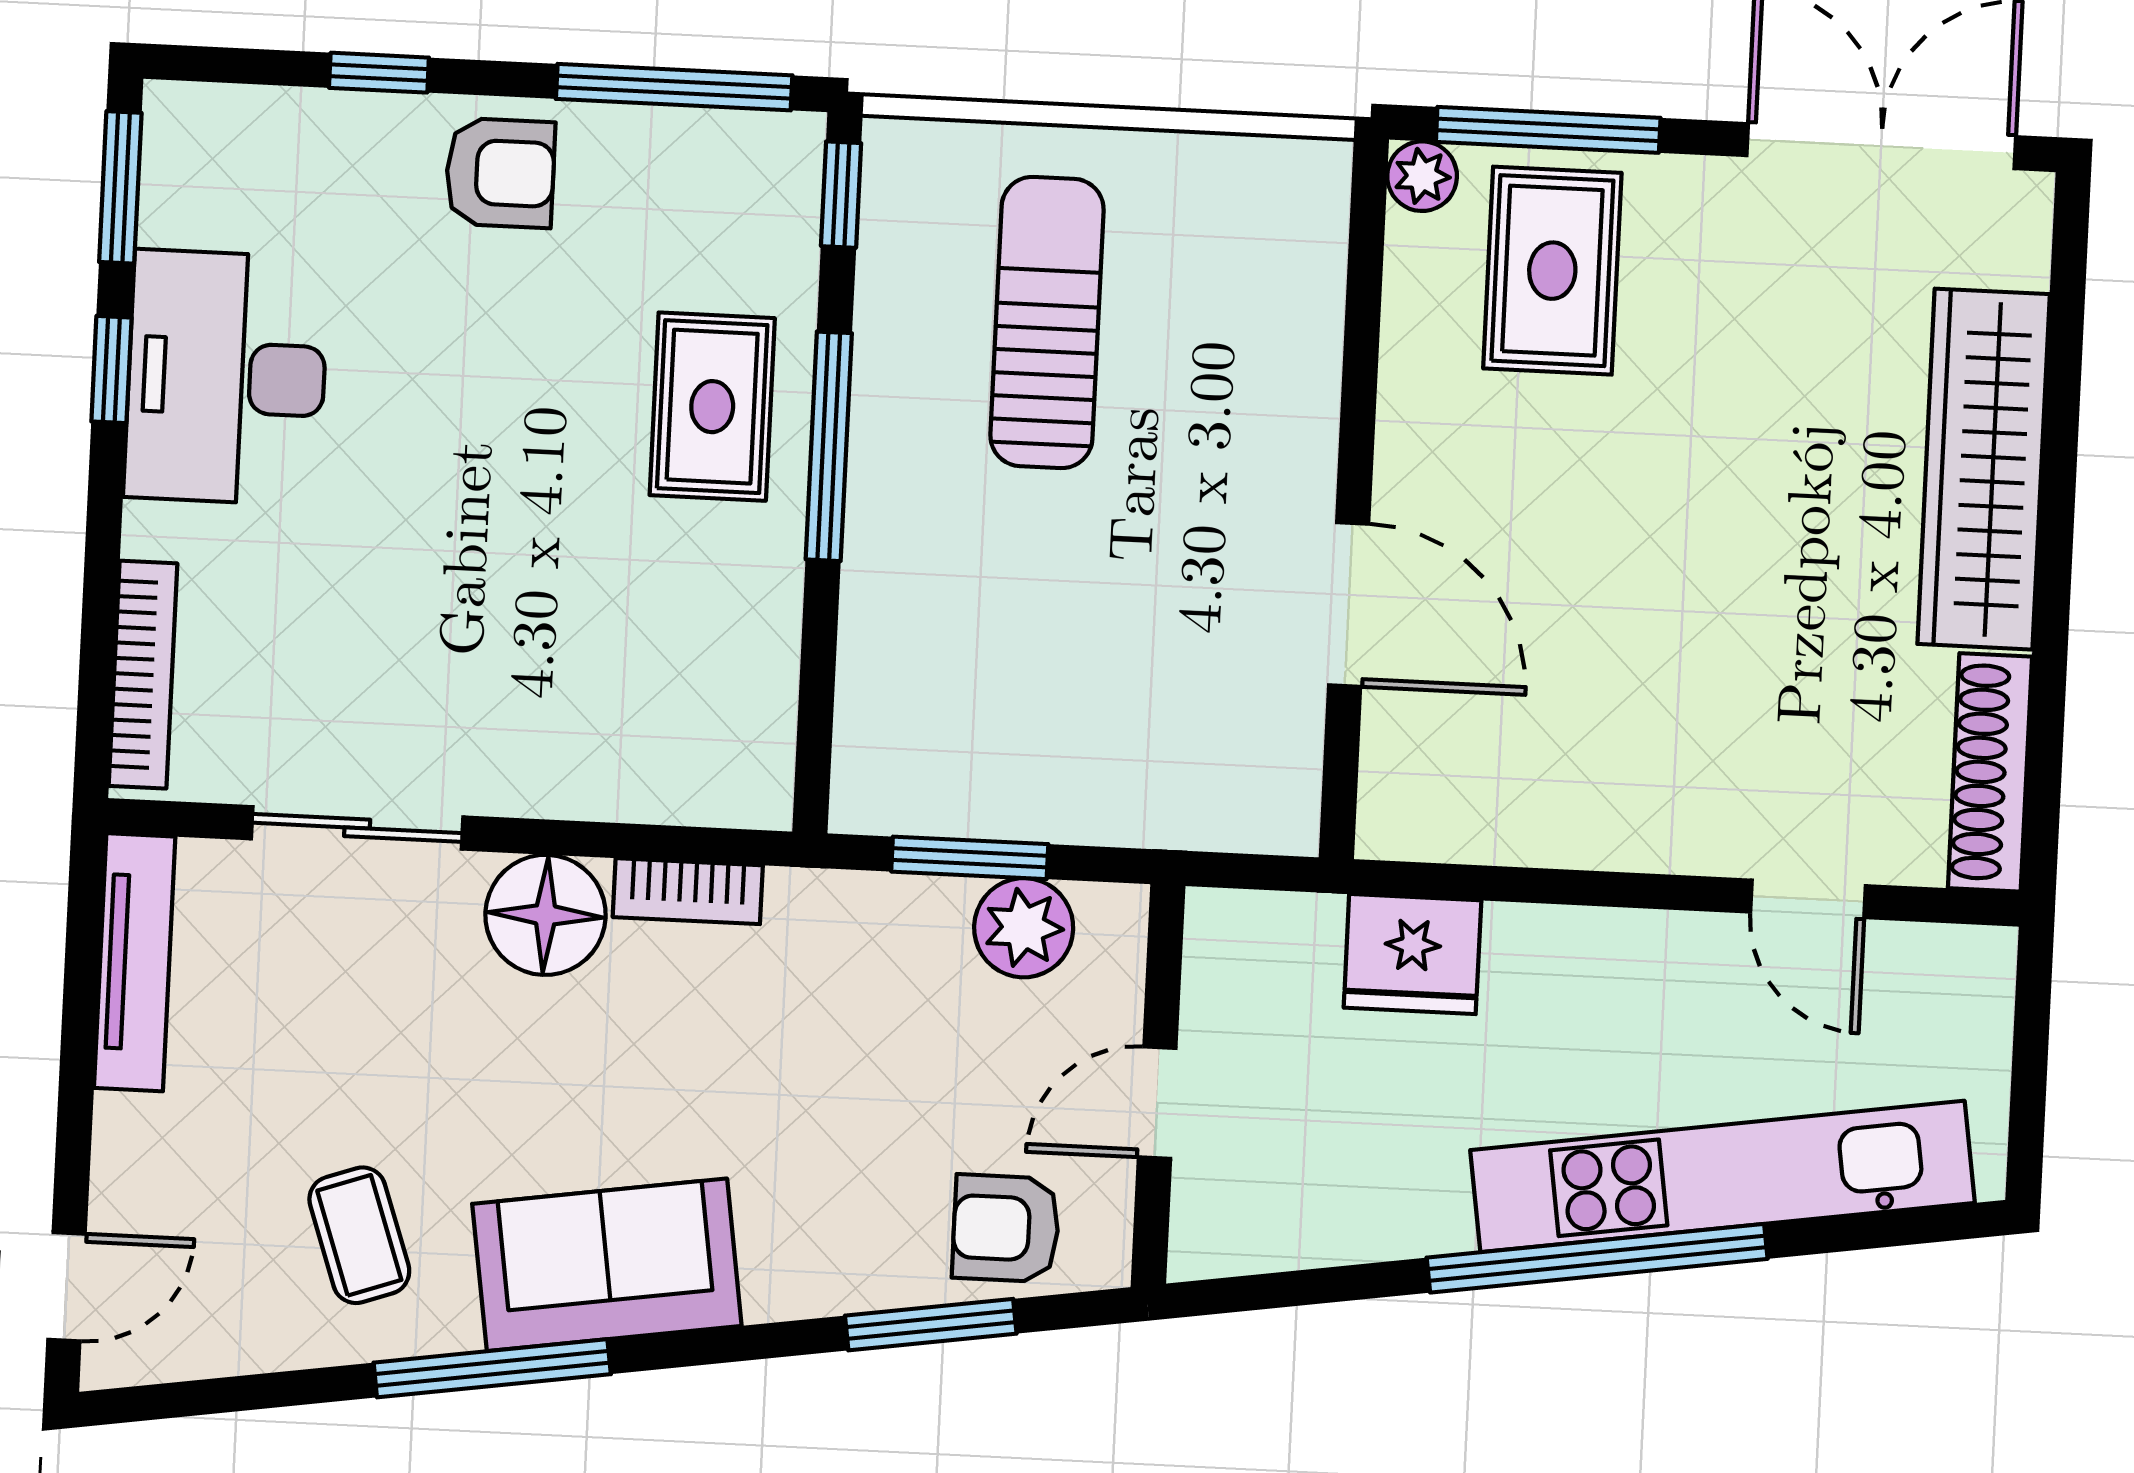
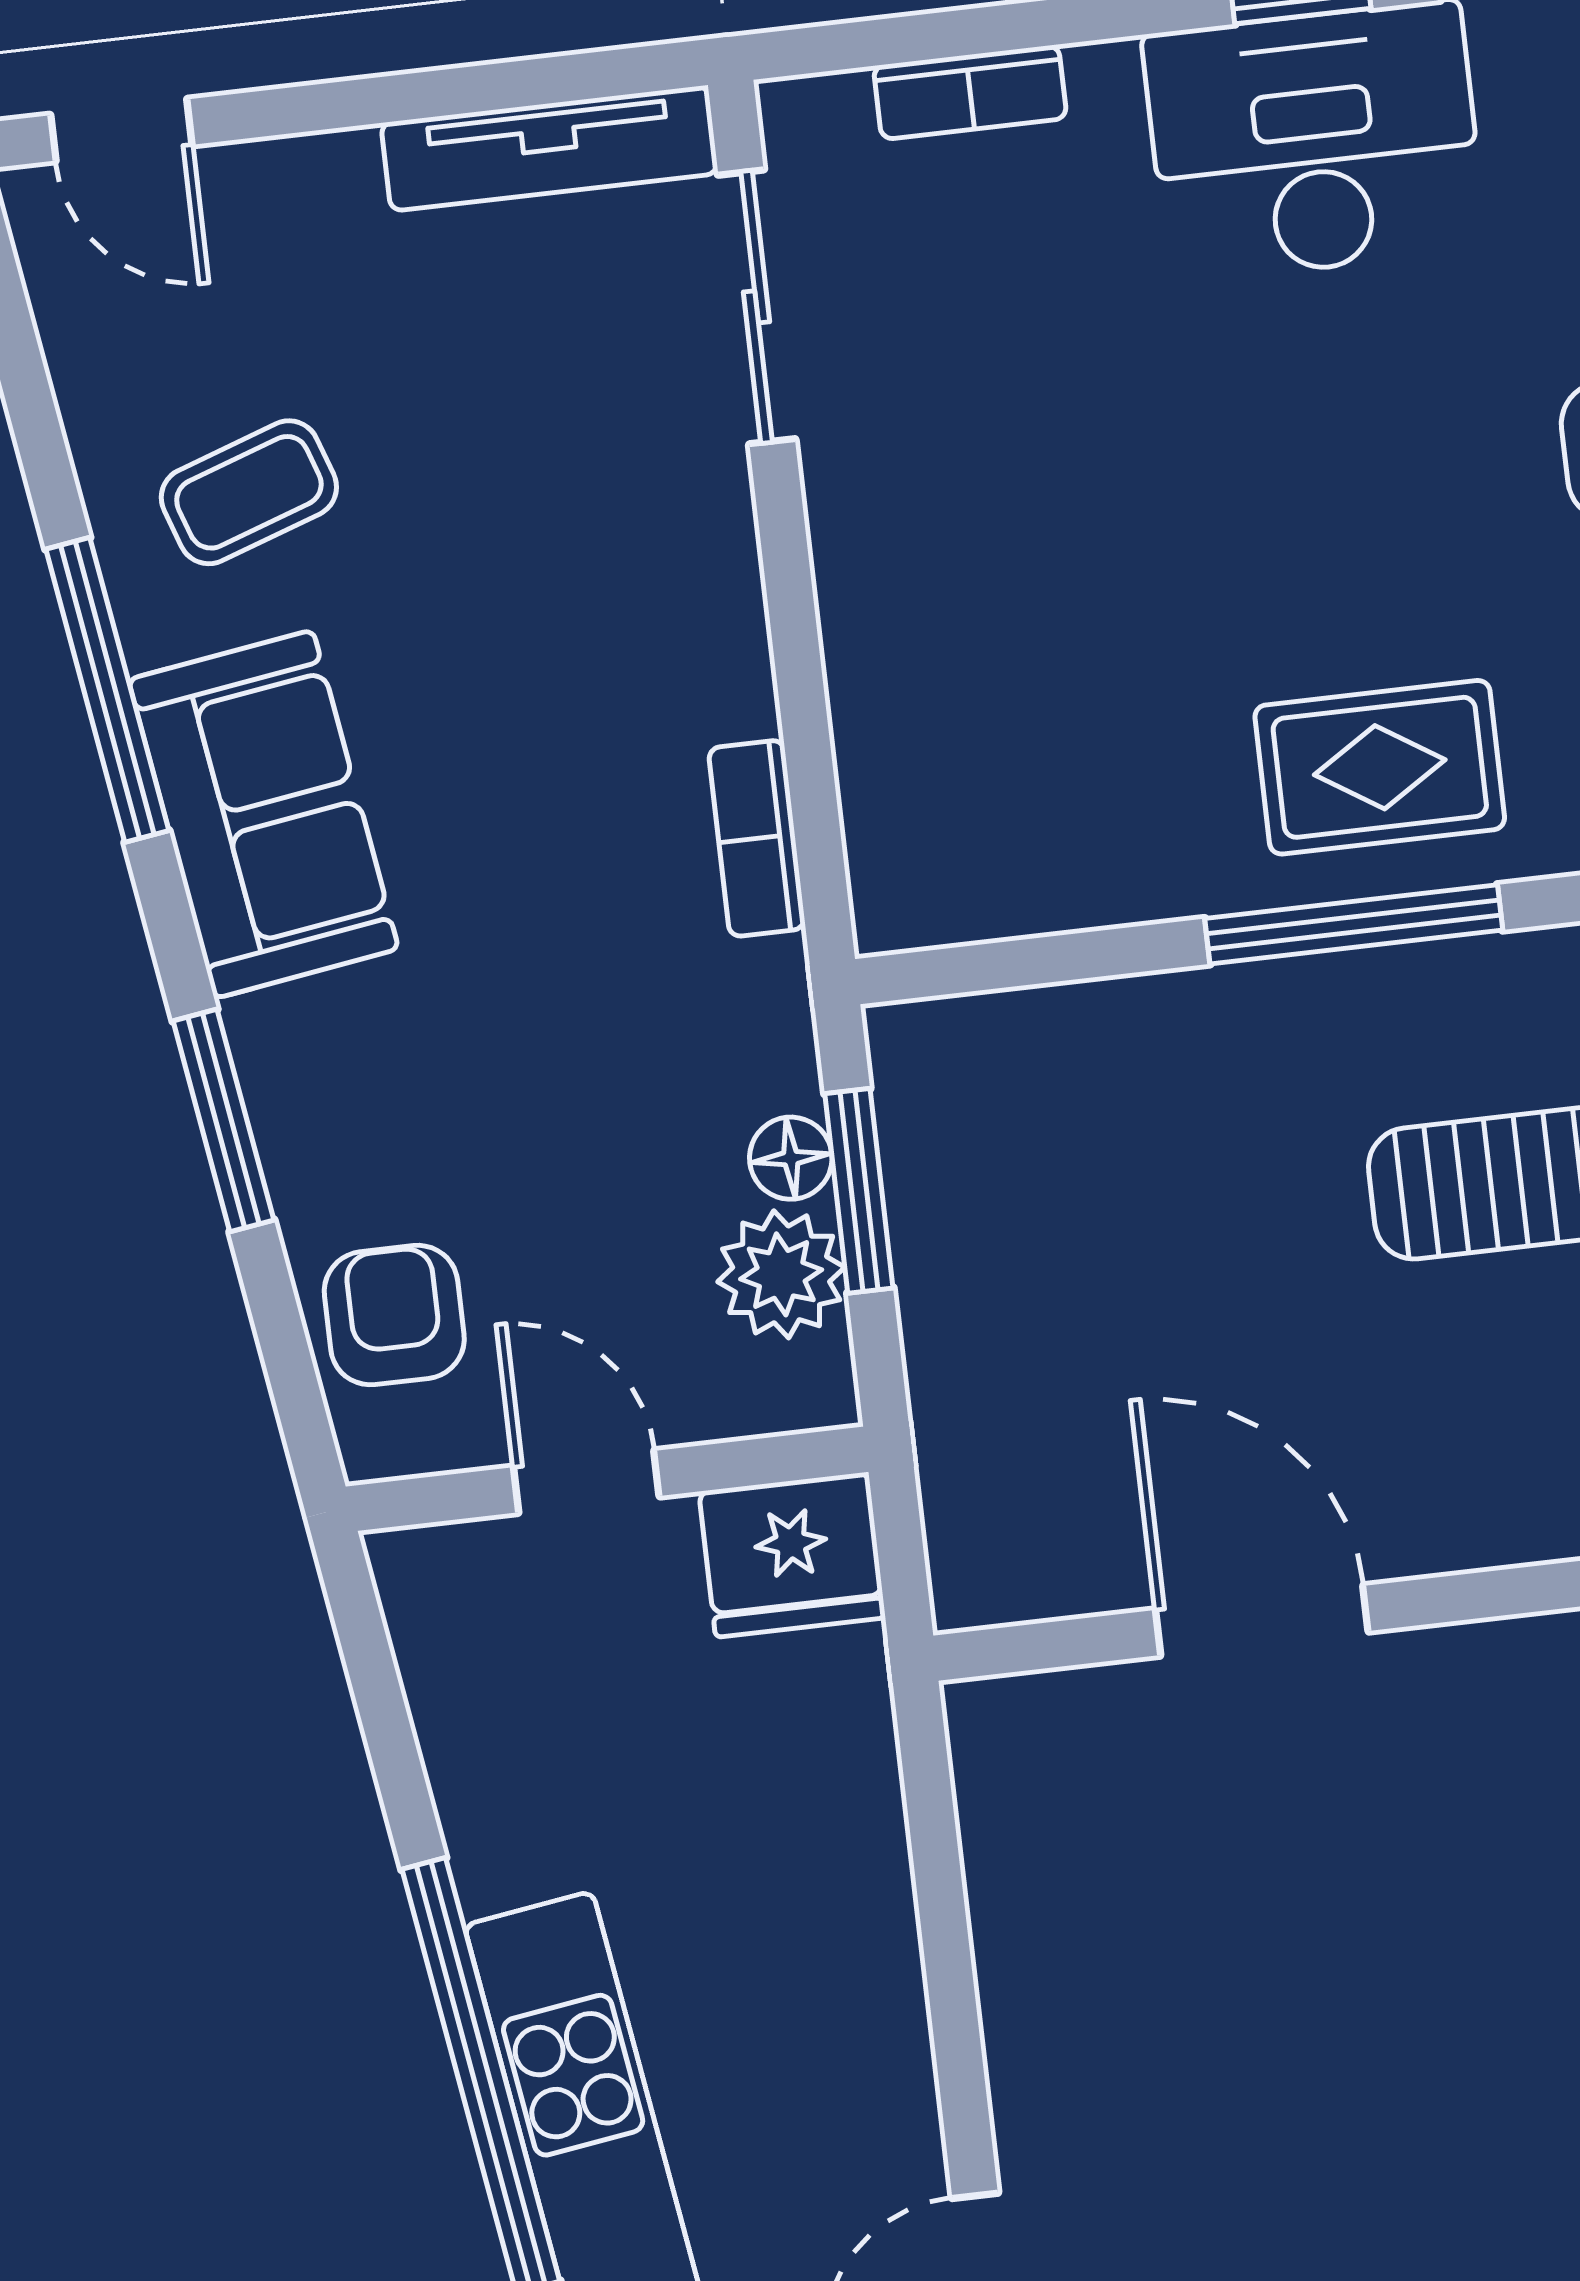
door: (1349, 605) -> (1262, 1620), swing flipped
bookcase: (143, 675) -> (970, 92), width x0.64
sliding door: (357, 828) -> (757, 307), moved
floor lamp: (545, 915) -> (791, 1158), moved, width x0.53, depth x0.53
fridge: (1412, 954) -> (792, 1555), moved, turned -90
window: (931, 1325) -> (223, 1120), moved

